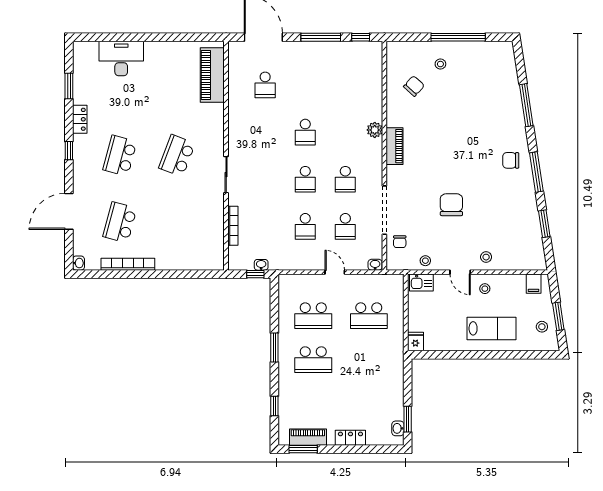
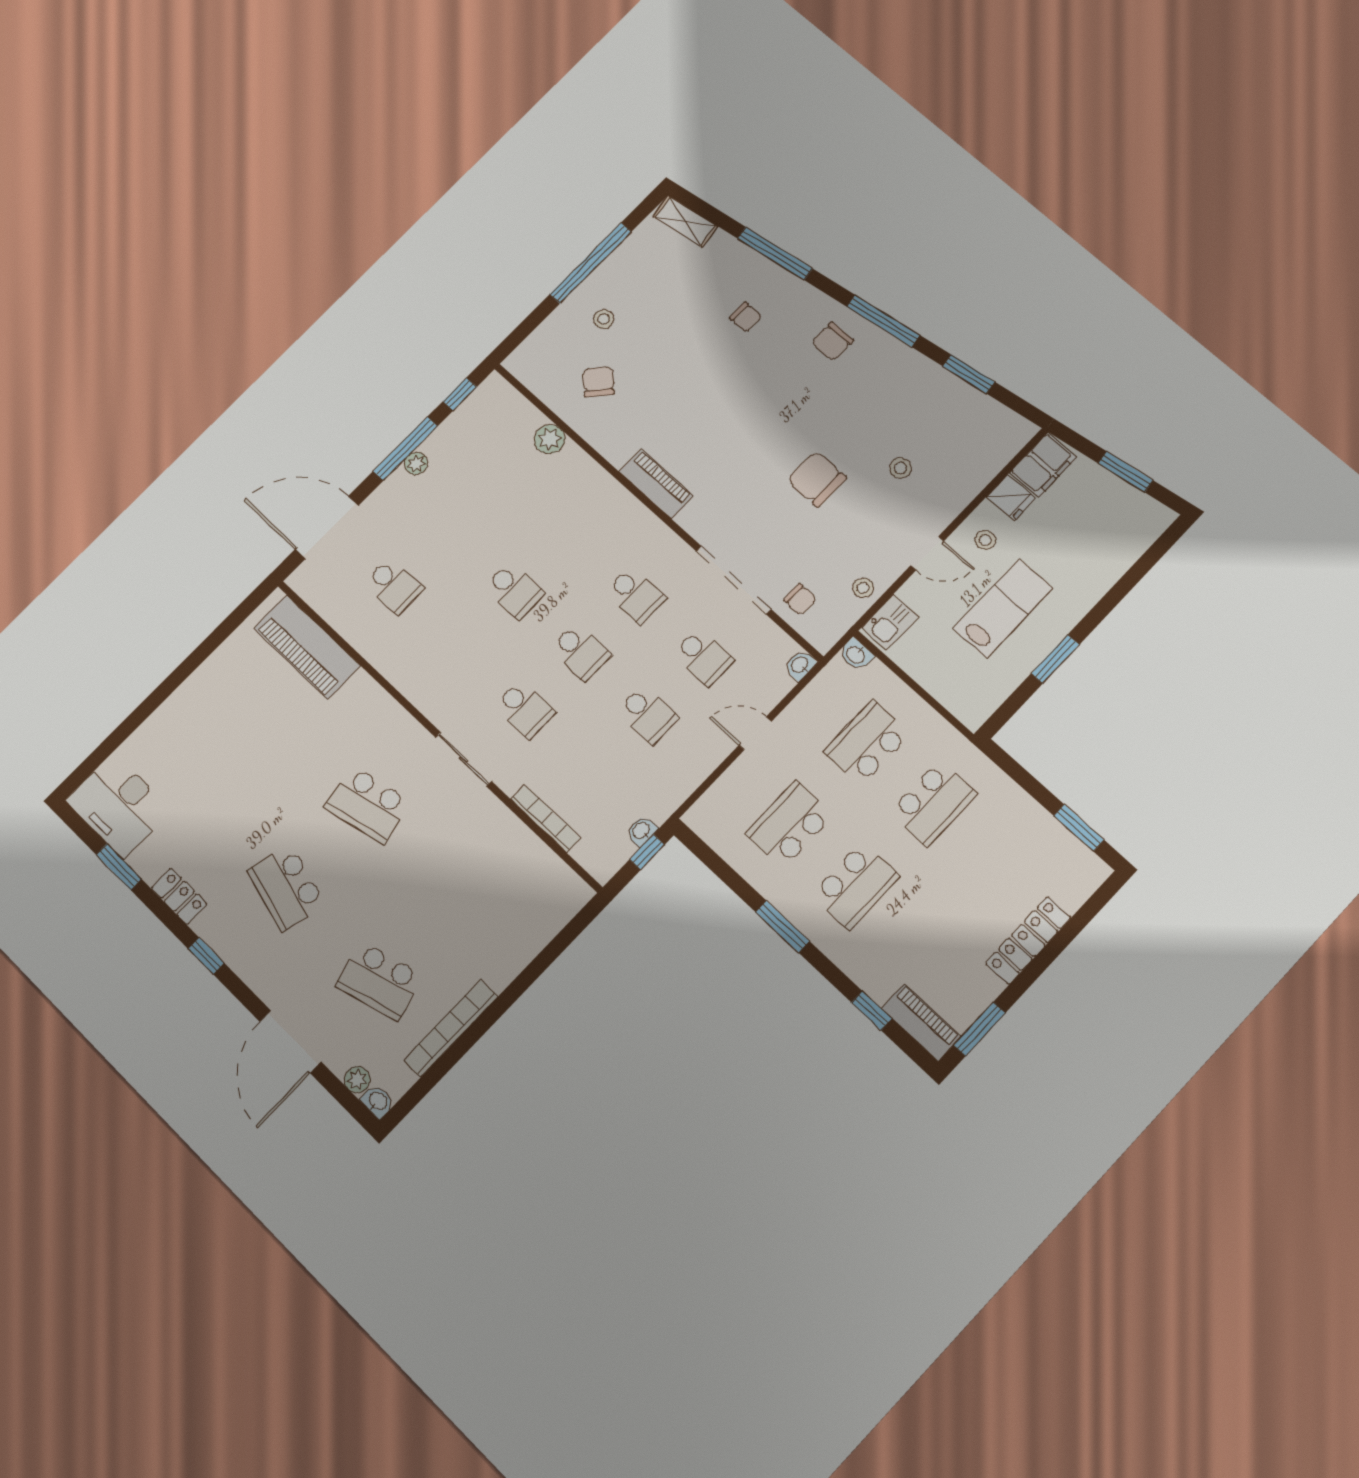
plant: (319, 47) -> (416, 463), added
desk: (121, 58) -> (119, 805), moved, turned -90
shelving: (508, 58) -> (685, 221), added
chair: (490, 118) -> (746, 317), added
plant: (375, 130) -> (550, 439), moved
school desk: (177, 156) -> (368, 805), turned -33
school desk: (265, 179) -> (525, 709), added
school desk: (120, 222) -> (380, 981), turned -30
plant: (79, 248) -> (357, 1080), added
stool: (486, 257) -> (900, 468), moved
filing cabinet: (534, 284) -> (1043, 465), width x2.00
school desk: (313, 316) -> (790, 824), turned 180
school desk: (369, 316) -> (867, 743), turned 180
stool: (542, 327) -> (1120, 508), removed
lab bench: (492, 328) -> (1003, 608), moved
fridge: (415, 342) -> (1011, 498), moved, turned 180
window: (463, 355) -> (1055, 659), added
school desk: (369, 360) -> (933, 803), added
washbasin: (398, 428) -> (856, 655), moved
piano: (308, 437) -> (921, 1023), moved, turned 90
locker: (350, 438) -> (1028, 940), width x1.53

